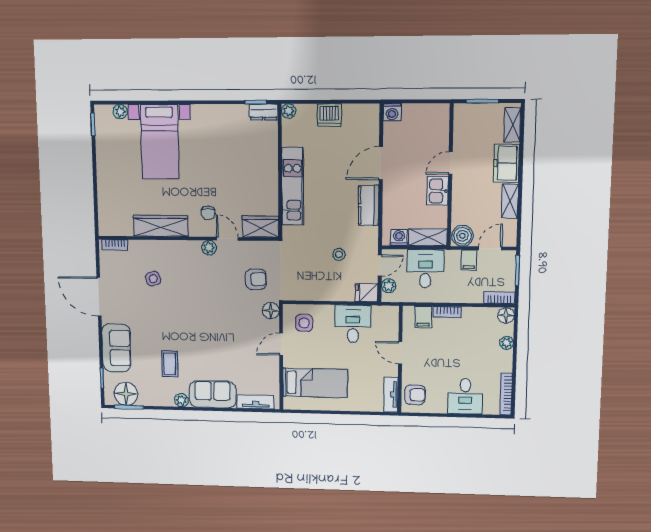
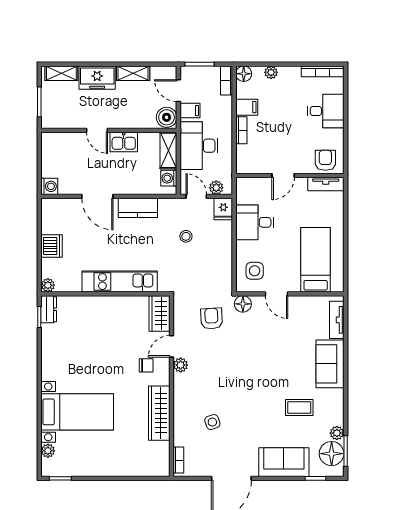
desk: (425, 269) -> (199, 146), width x1.37
filing cabinet: (423, 317) -> (247, 107), moved
plant: (181, 400) -> (337, 433), moved

